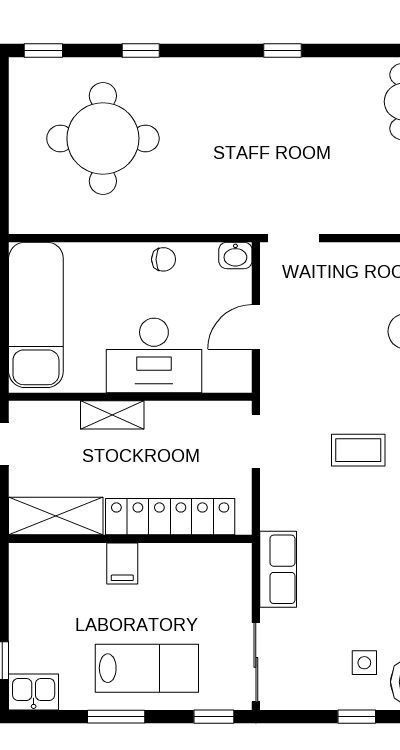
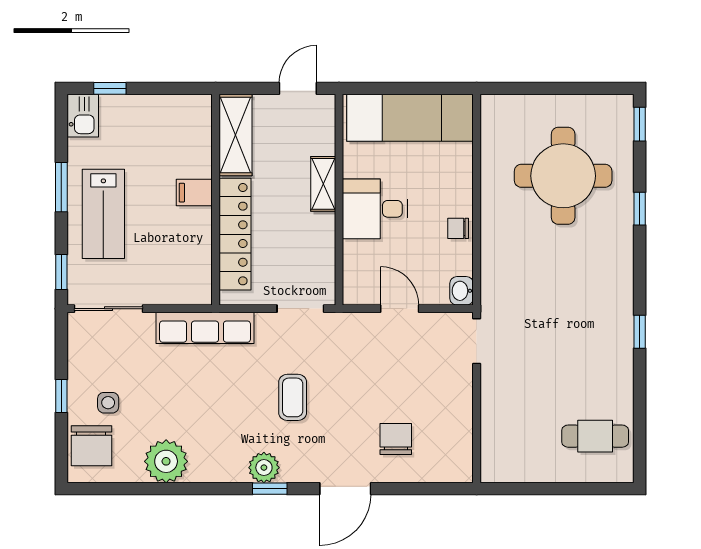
chair: (164, 259) -> (458, 228), turned 90
desk: (154, 355) -> (375, 209), width x0.73
row of seats: (278, 569) -> (205, 328), width x1.48

